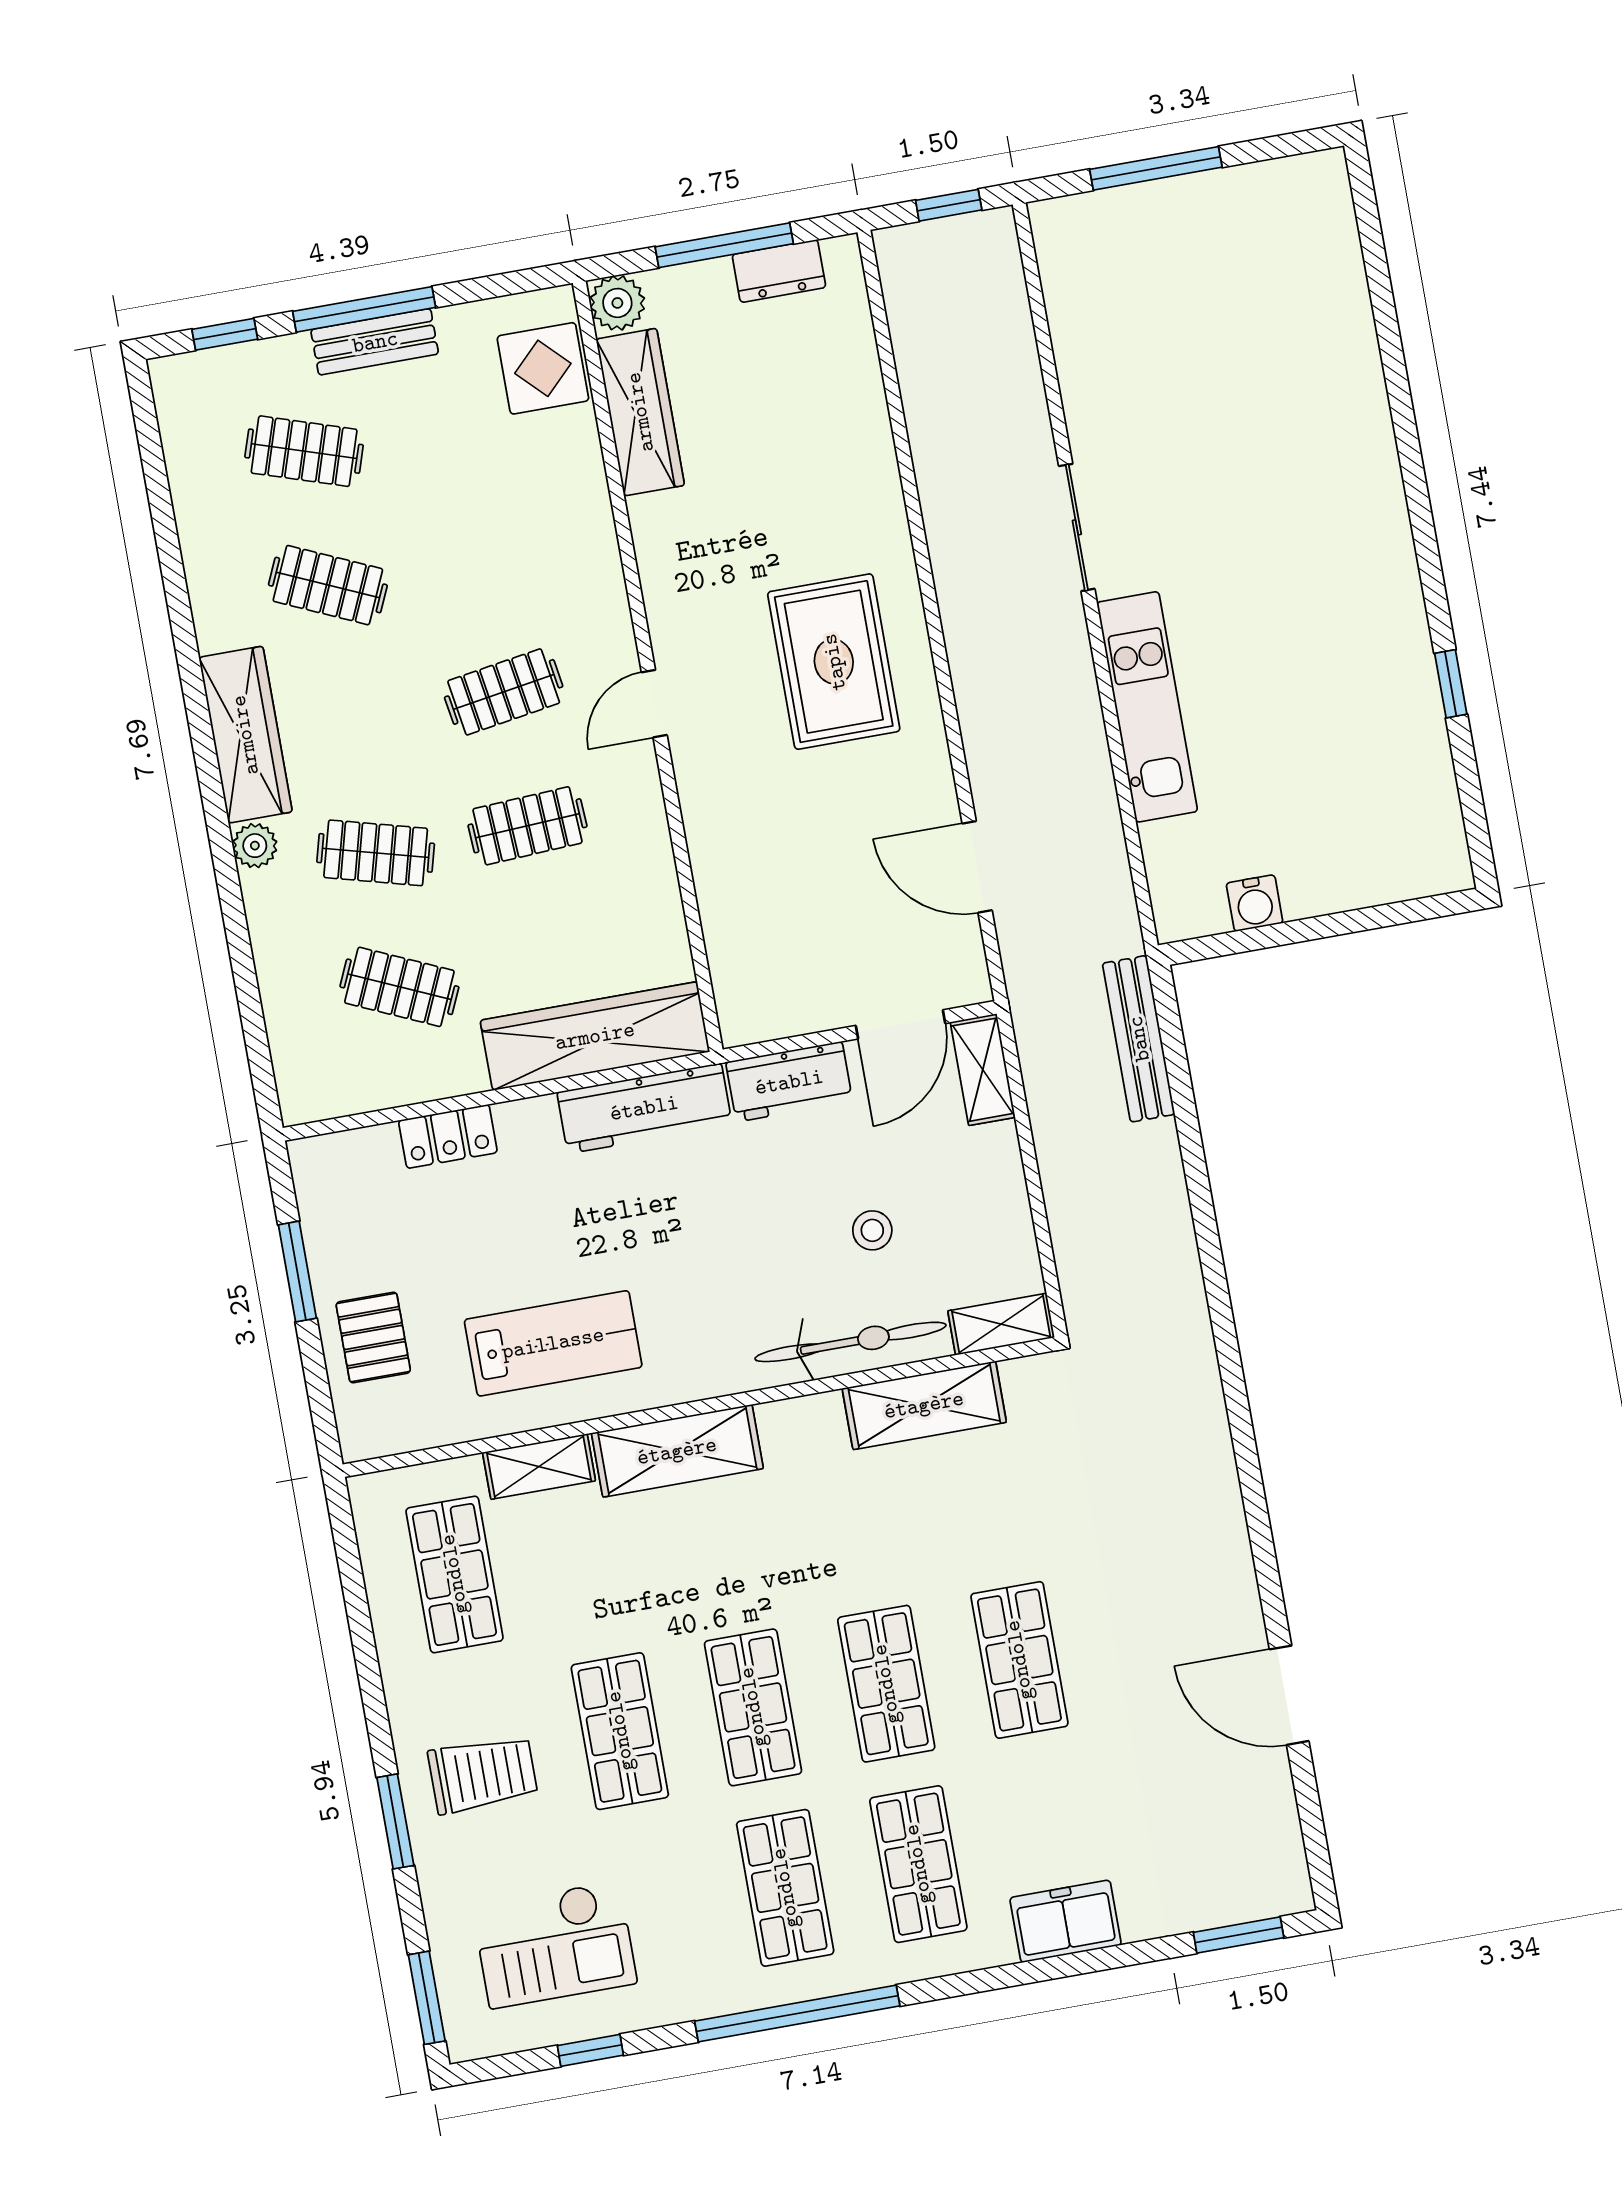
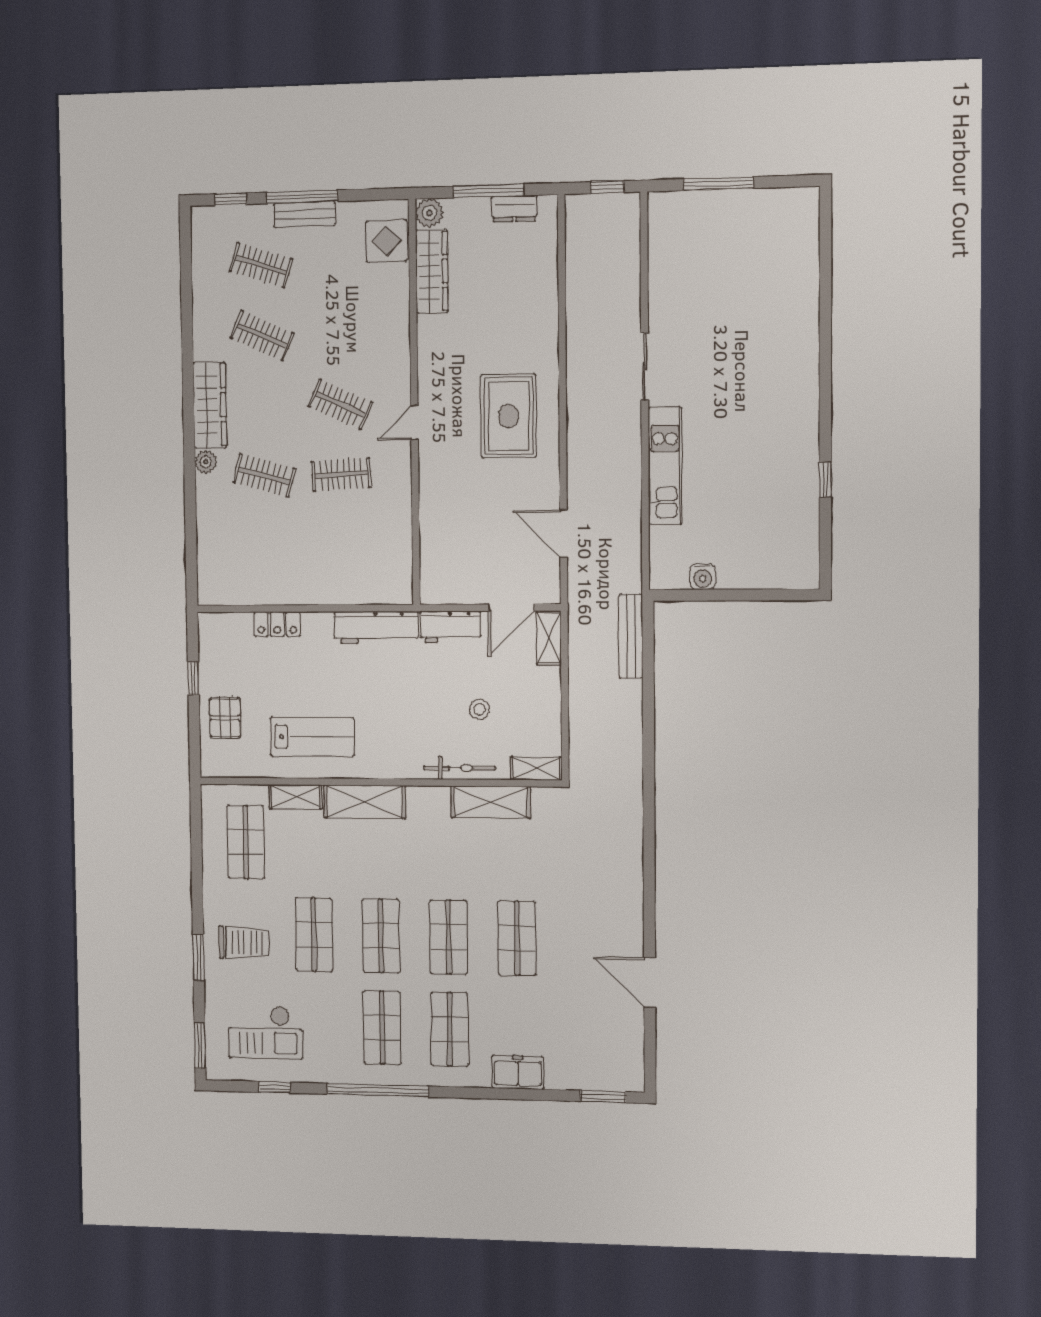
clothes rail: (504, 692) -> (340, 404), turned 33
clothes rail: (399, 987) -> (265, 545), removed
wardrobe: (595, 1036) -> (358, 587), removed
window: (297, 1271) -> (193, 678), width x0.67
bicycle: (850, 1342) -> (459, 768), width x0.73, depth x0.71

